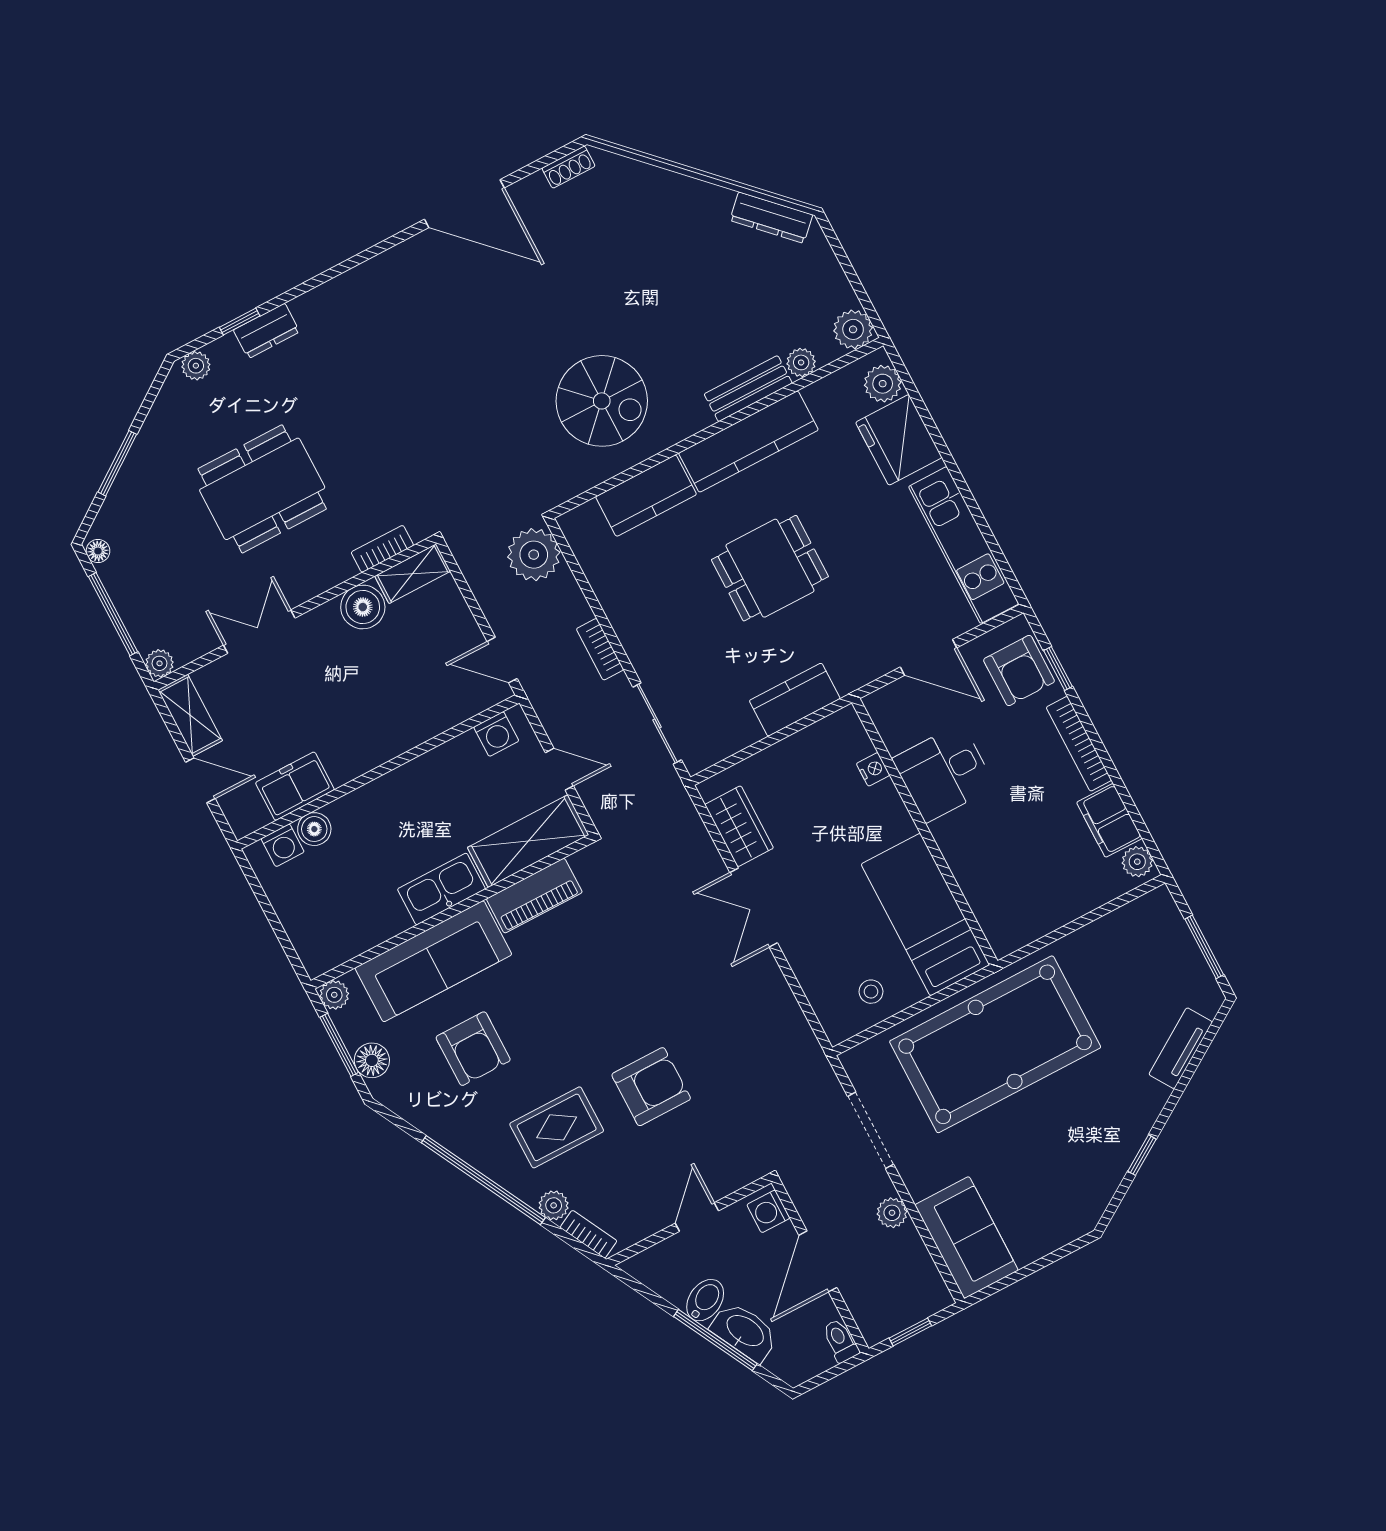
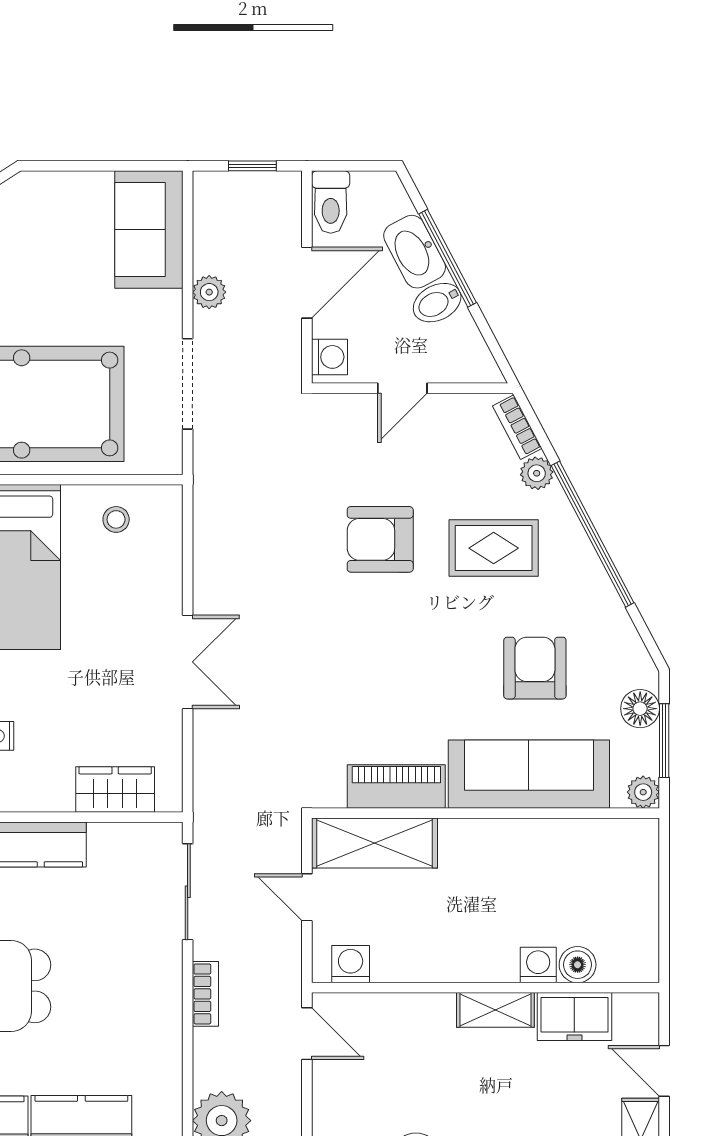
shelving: (361, 758) -> (495, 1010), added
wardrobe: (739, 826) -> (115, 789), moved, turned 90
washing machine: (283, 845) -> (538, 965), moved
kitchen sink: (441, 889) -> (484, 841), removed
toilet: (840, 1341) -> (331, 202), width x1.37, depth x1.39

